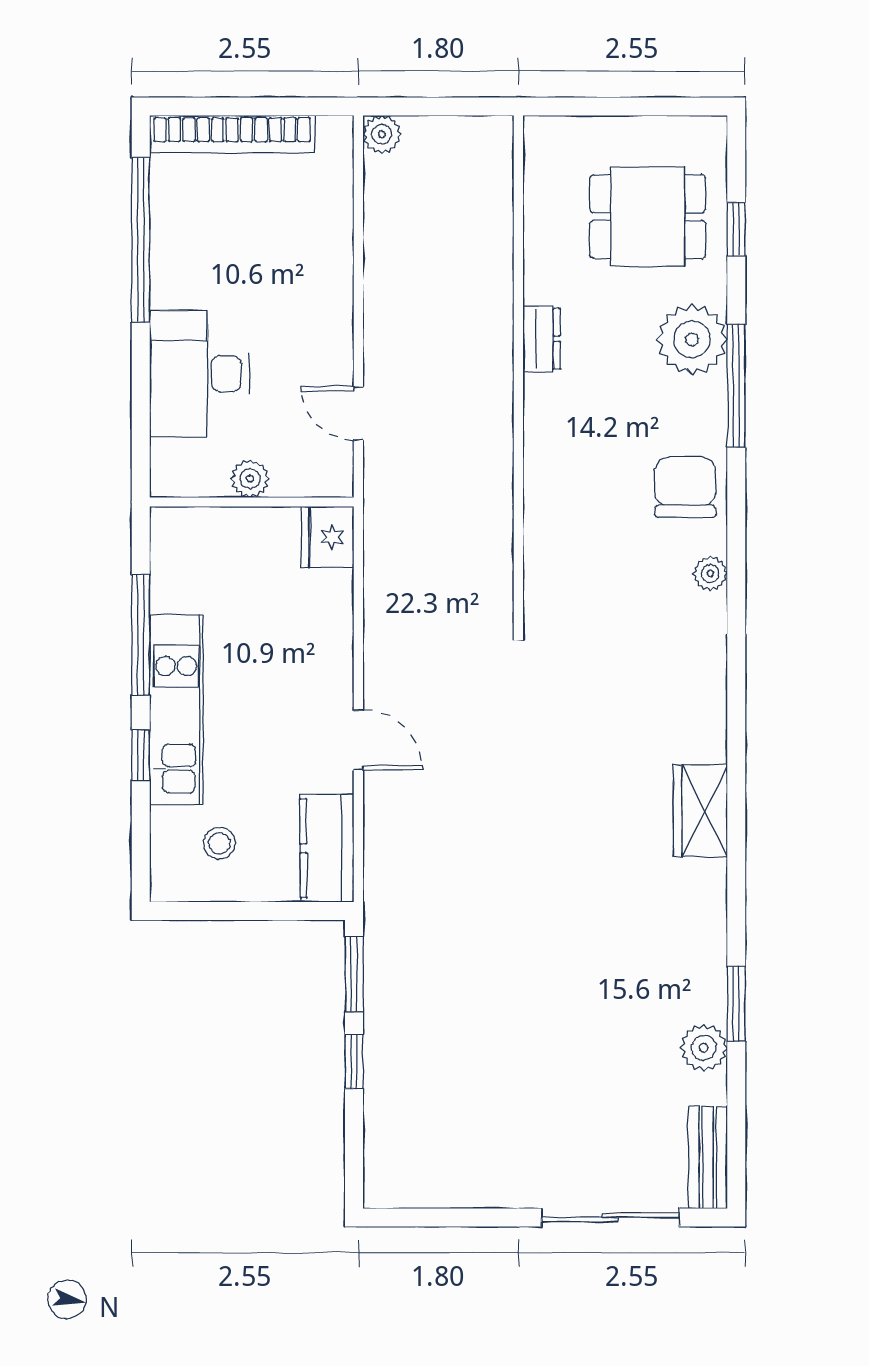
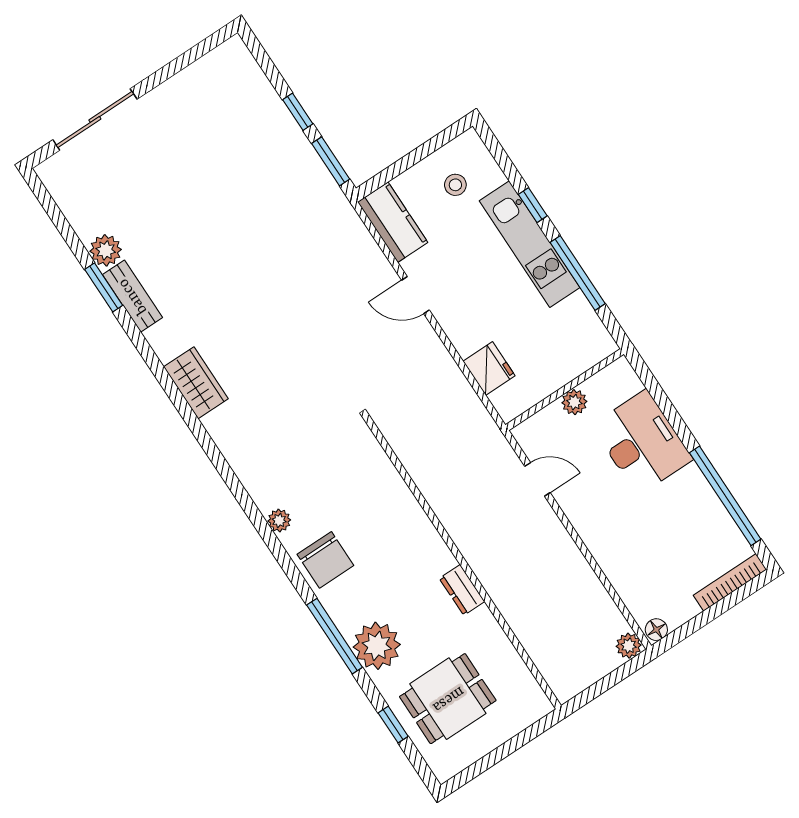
floor lamp: (334, 132) -> (656, 630), added
bookcase: (232, 134) -> (730, 582), width x0.68, depth x0.76
fridge: (328, 537) -> (489, 369), moved
bench: (708, 1158) -> (133, 296), moved

